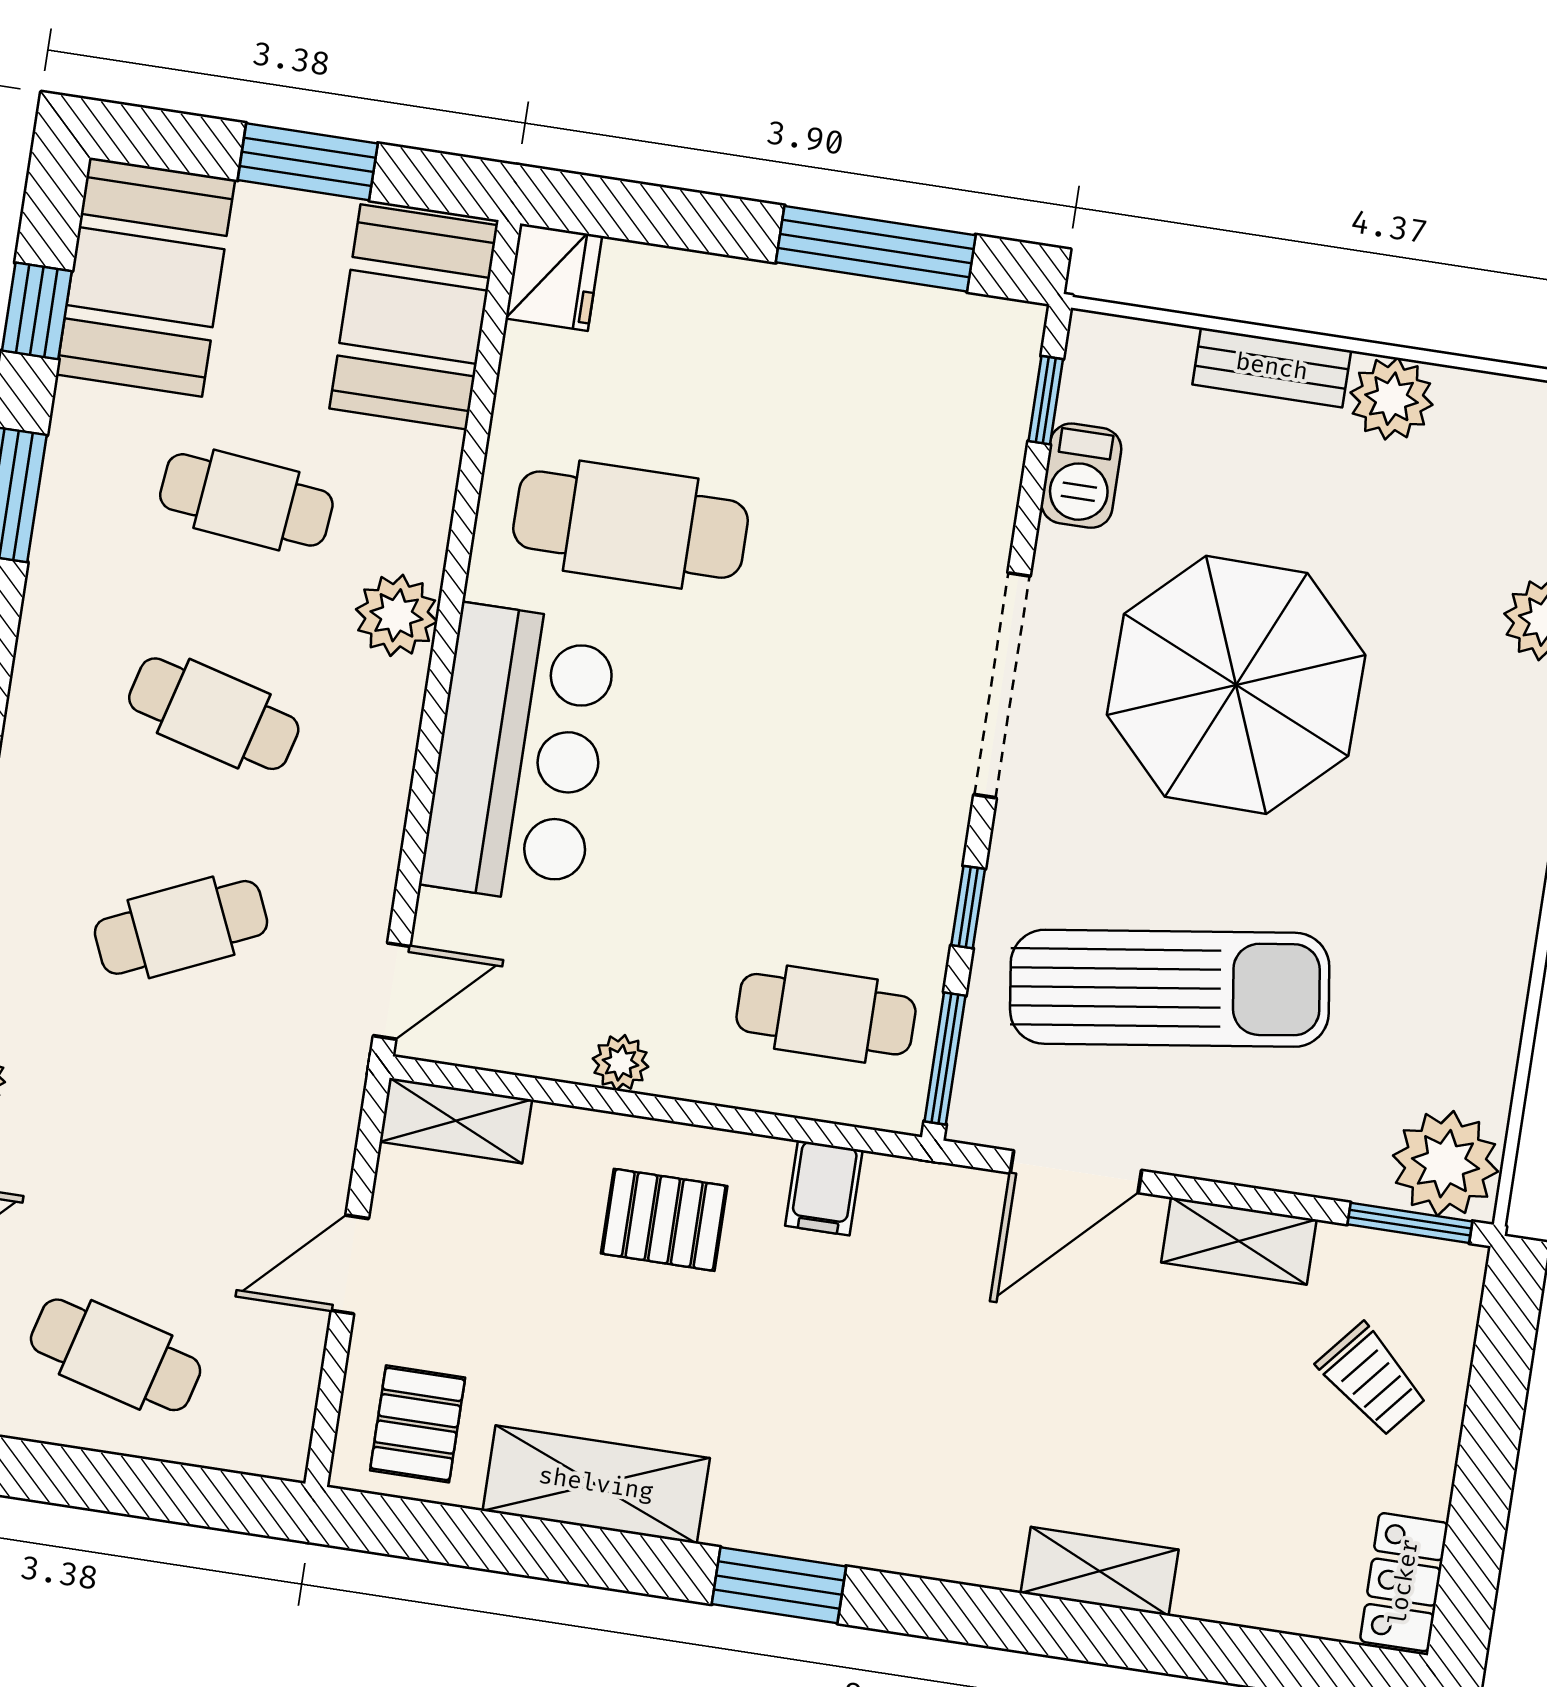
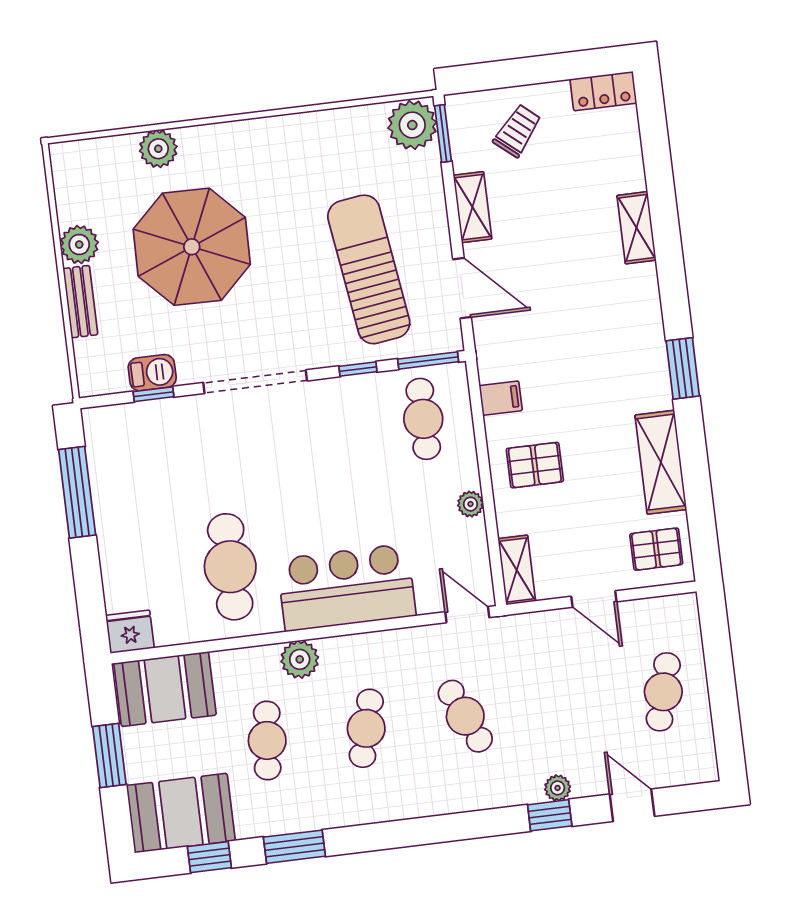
window: (1046, 400) -> (153, 394), moved
parasol: (1236, 685) -> (192, 247), moved
pallet: (664, 1220) -> (535, 465), turned 90

